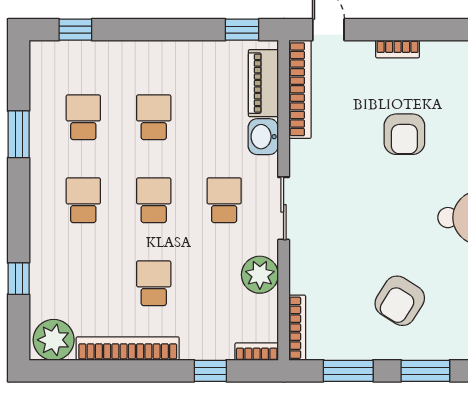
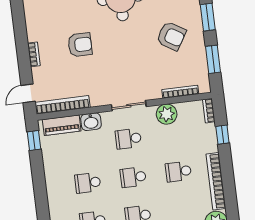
bookcase: (297, 328) -> (180, 92), moved

